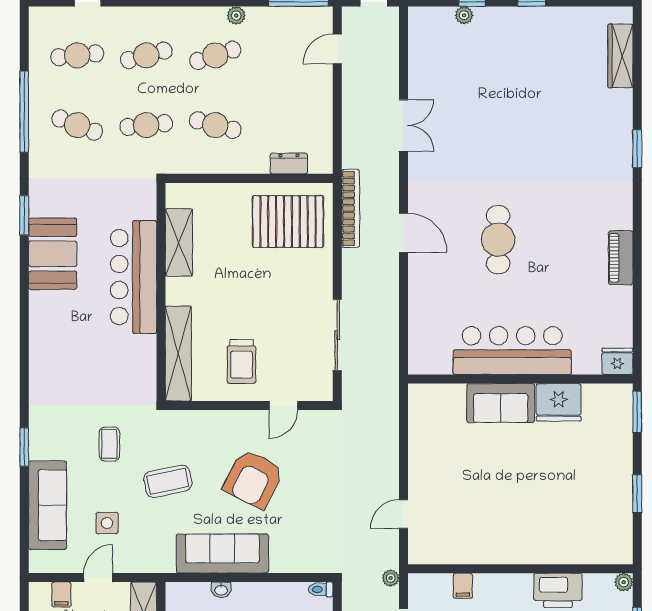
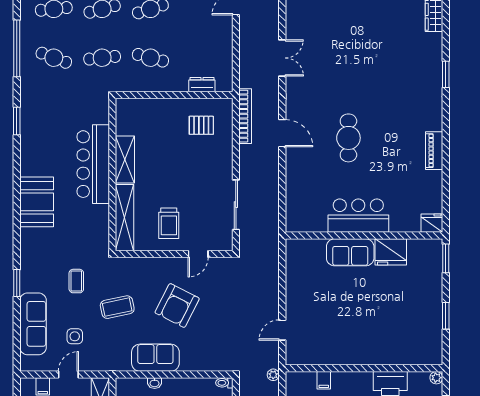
pallet: (288, 222) -> (201, 125), width x0.49, depth x0.50
shelving: (179, 242) -> (125, 159), moved
booth: (53, 254) -> (37, 202), moved
bar counter: (512, 351) -> (358, 216), width x0.73
sofa: (222, 554) -> (155, 358), width x0.73

